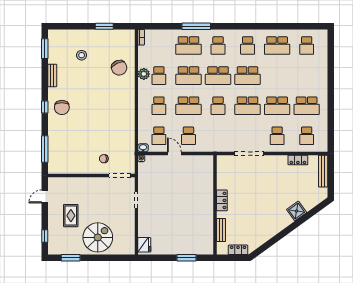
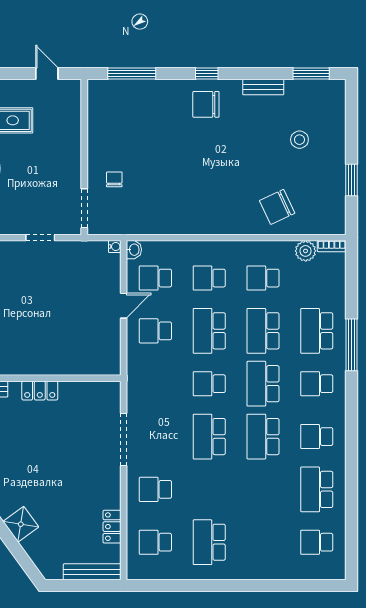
plant: (144, 74) -> (306, 251), moved
school desk: (277, 106) -> (209, 489), removed

